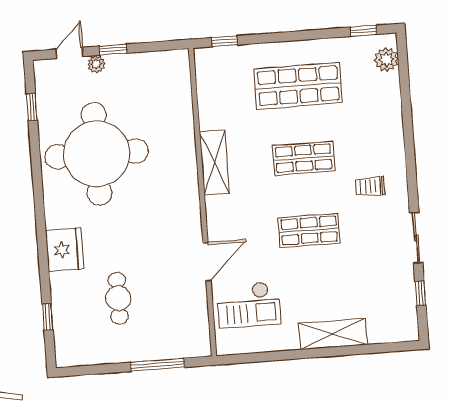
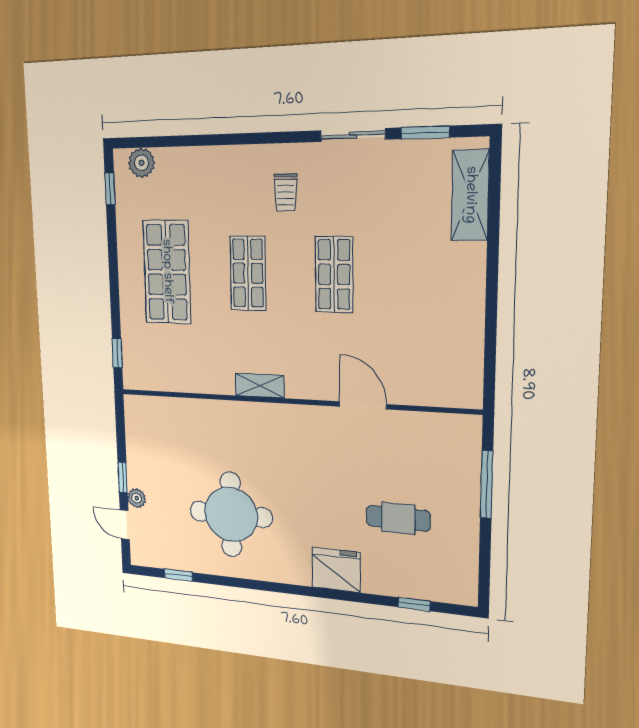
round table: (97, 154) -> (231, 514), width x0.73, depth x0.73
shelving: (214, 163) -> (260, 386), width x0.67, depth x0.75
window: (420, 293) -> (425, 132), width x1.50
checkout: (249, 305) -> (420, 360), removed
shelving: (333, 334) -> (470, 195), moved

